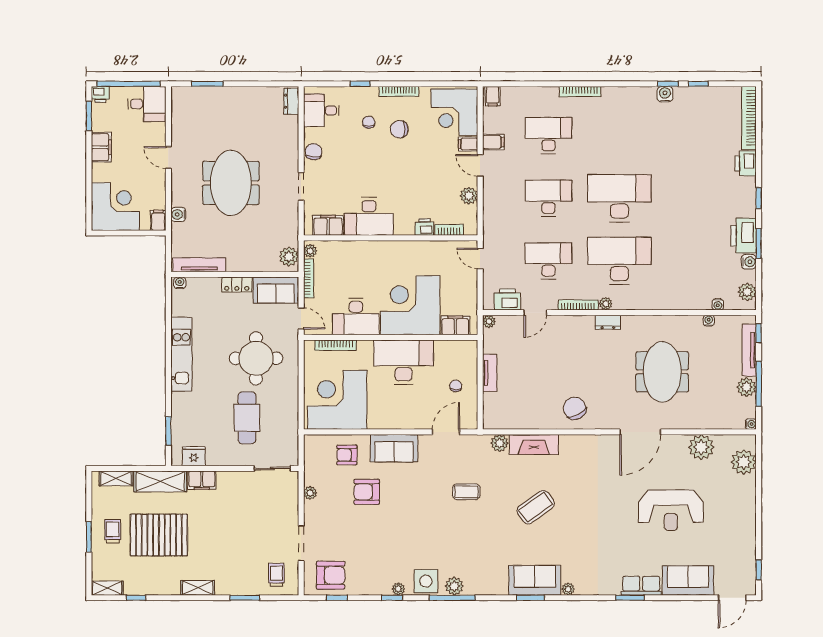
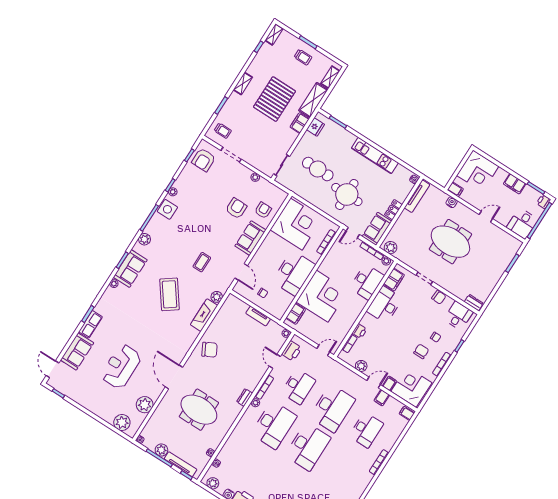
desk: (549, 198) -> (332, 408), width x1.36, depth x1.30
desk: (356, 317) -> (367, 282), moved, turned 180
coffee table: (536, 507) -> (170, 294), width x1.36, depth x1.32
pallet: (159, 535) -> (274, 99), moved
plant: (454, 586) -> (145, 239), moved

